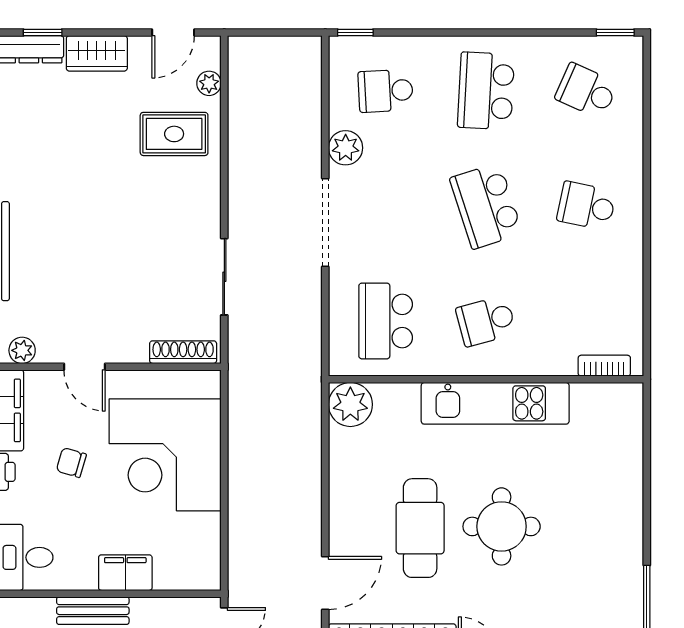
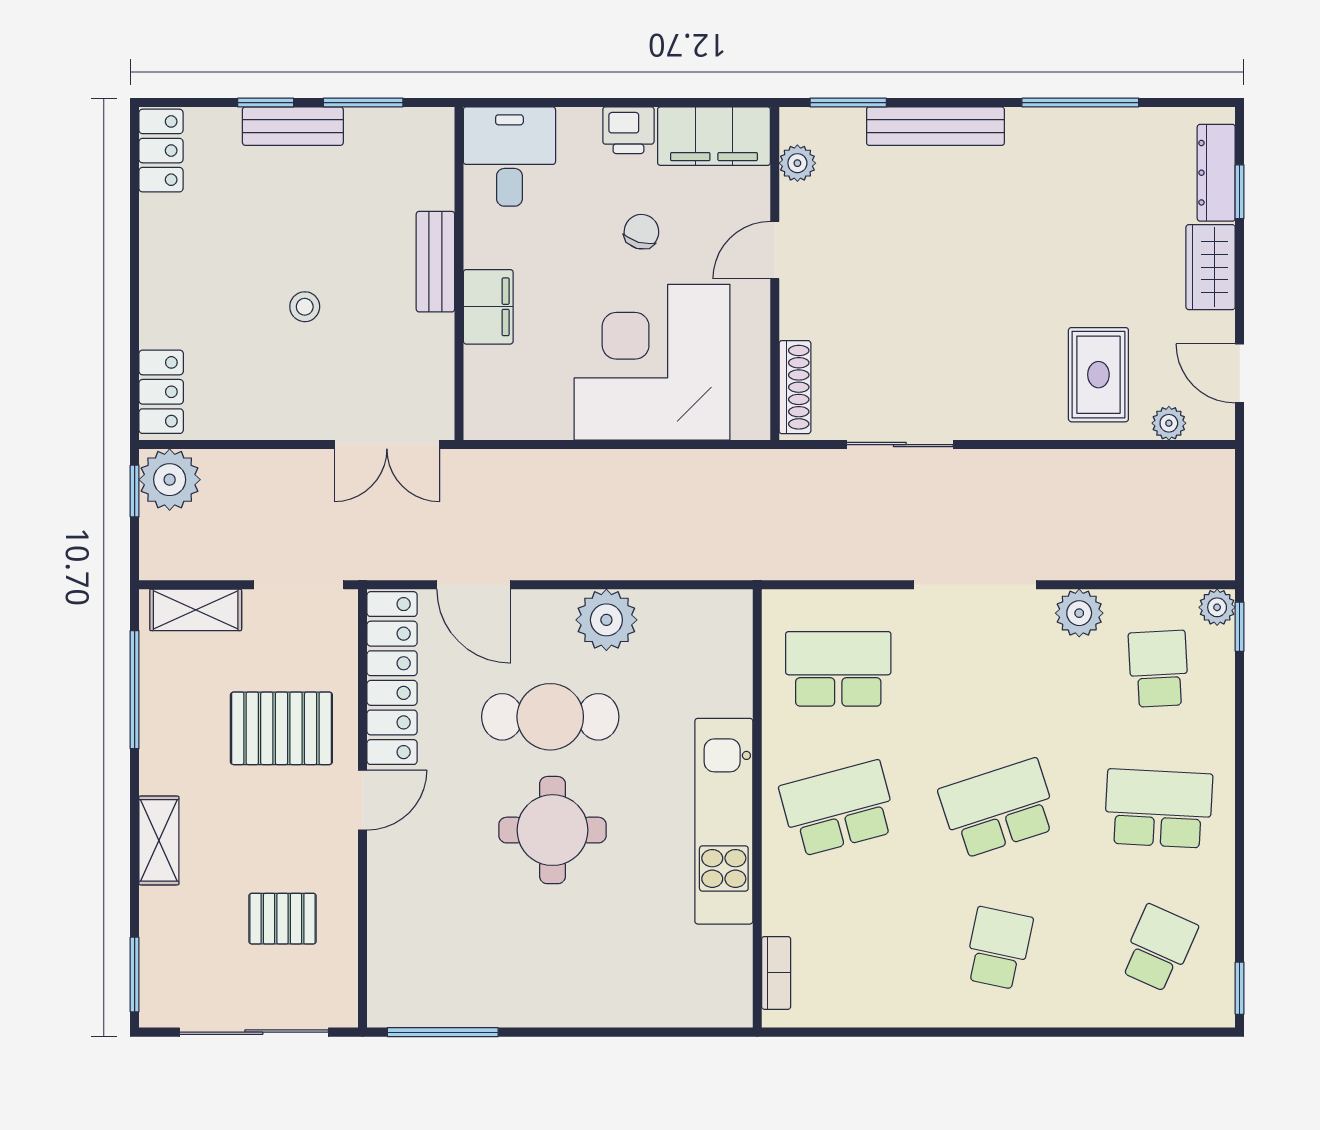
plant: (341, 49) -> (1217, 607), added
school desk: (486, 321) -> (838, 808), width x1.85
plant: (350, 404) -> (606, 620), moved

